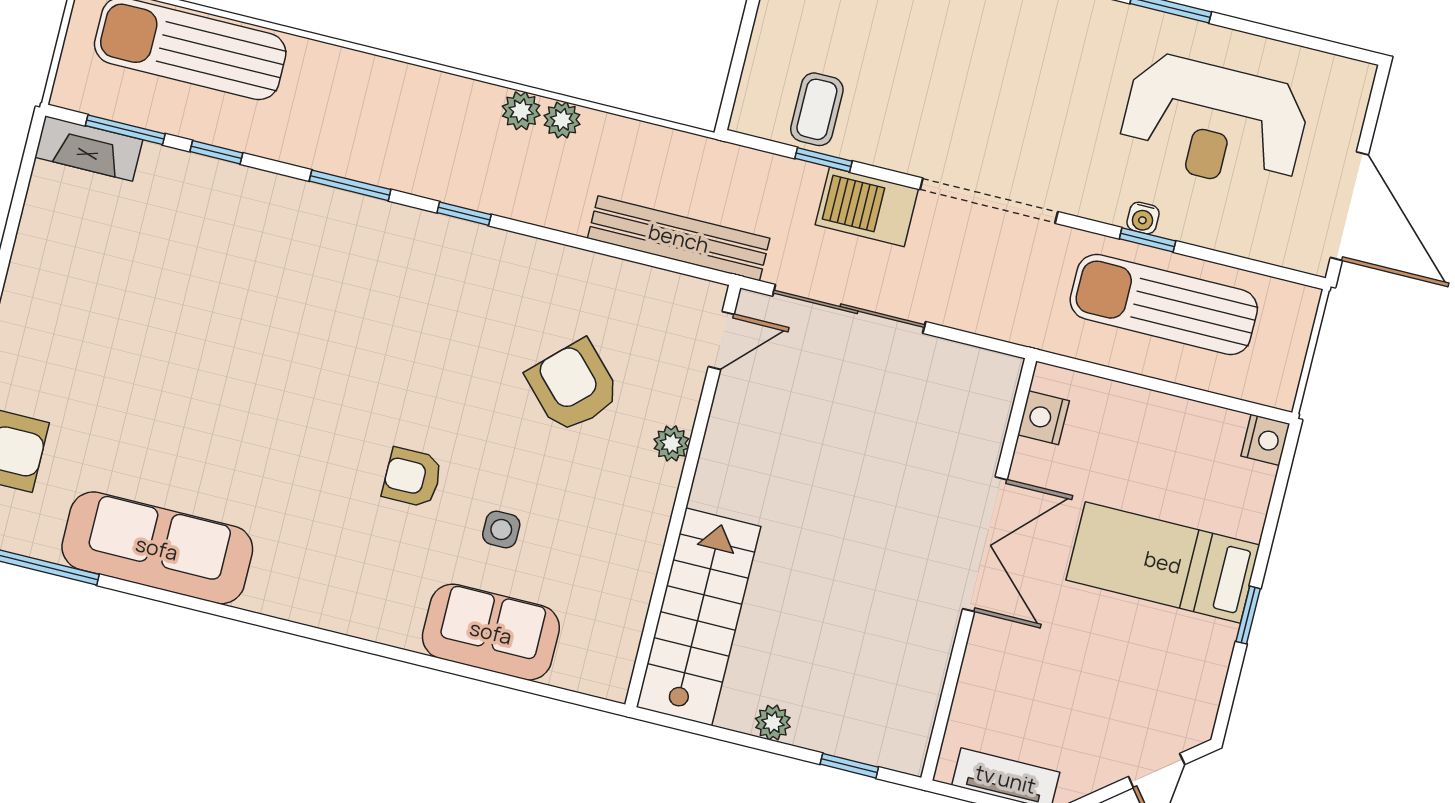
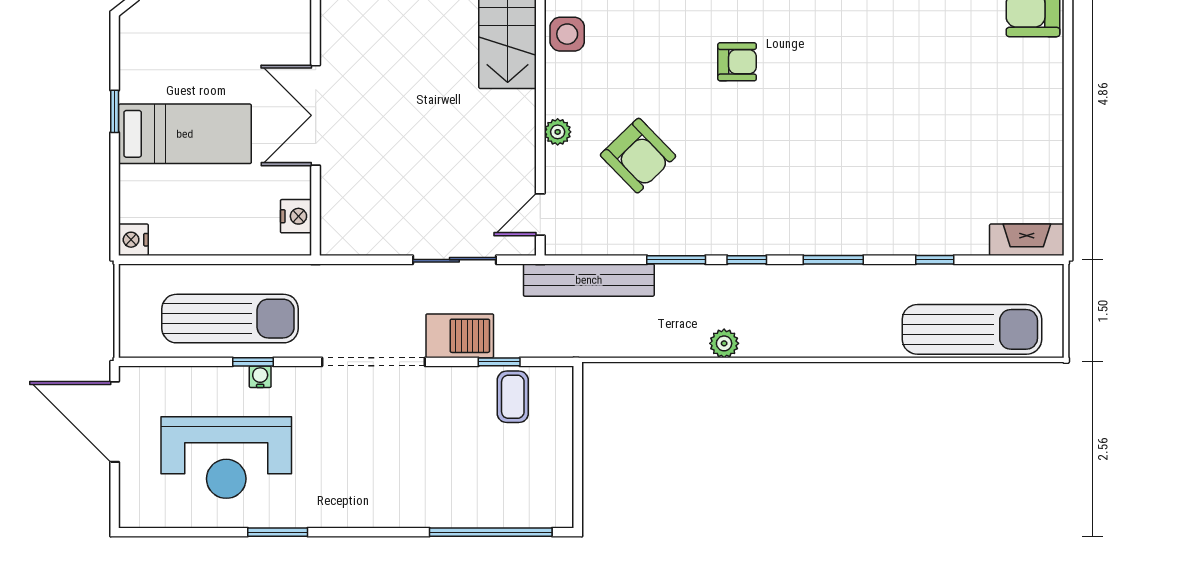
plant: (562, 120) -> (693, 344), removed
reception desk: (1214, 123) -> (226, 458), turned 180
window: (125, 130) -> (676, 260), moved
sliding door: (849, 309) -> (454, 260), width x0.73
side table: (501, 530) -> (567, 34), moved, width x1.37, depth x1.37

